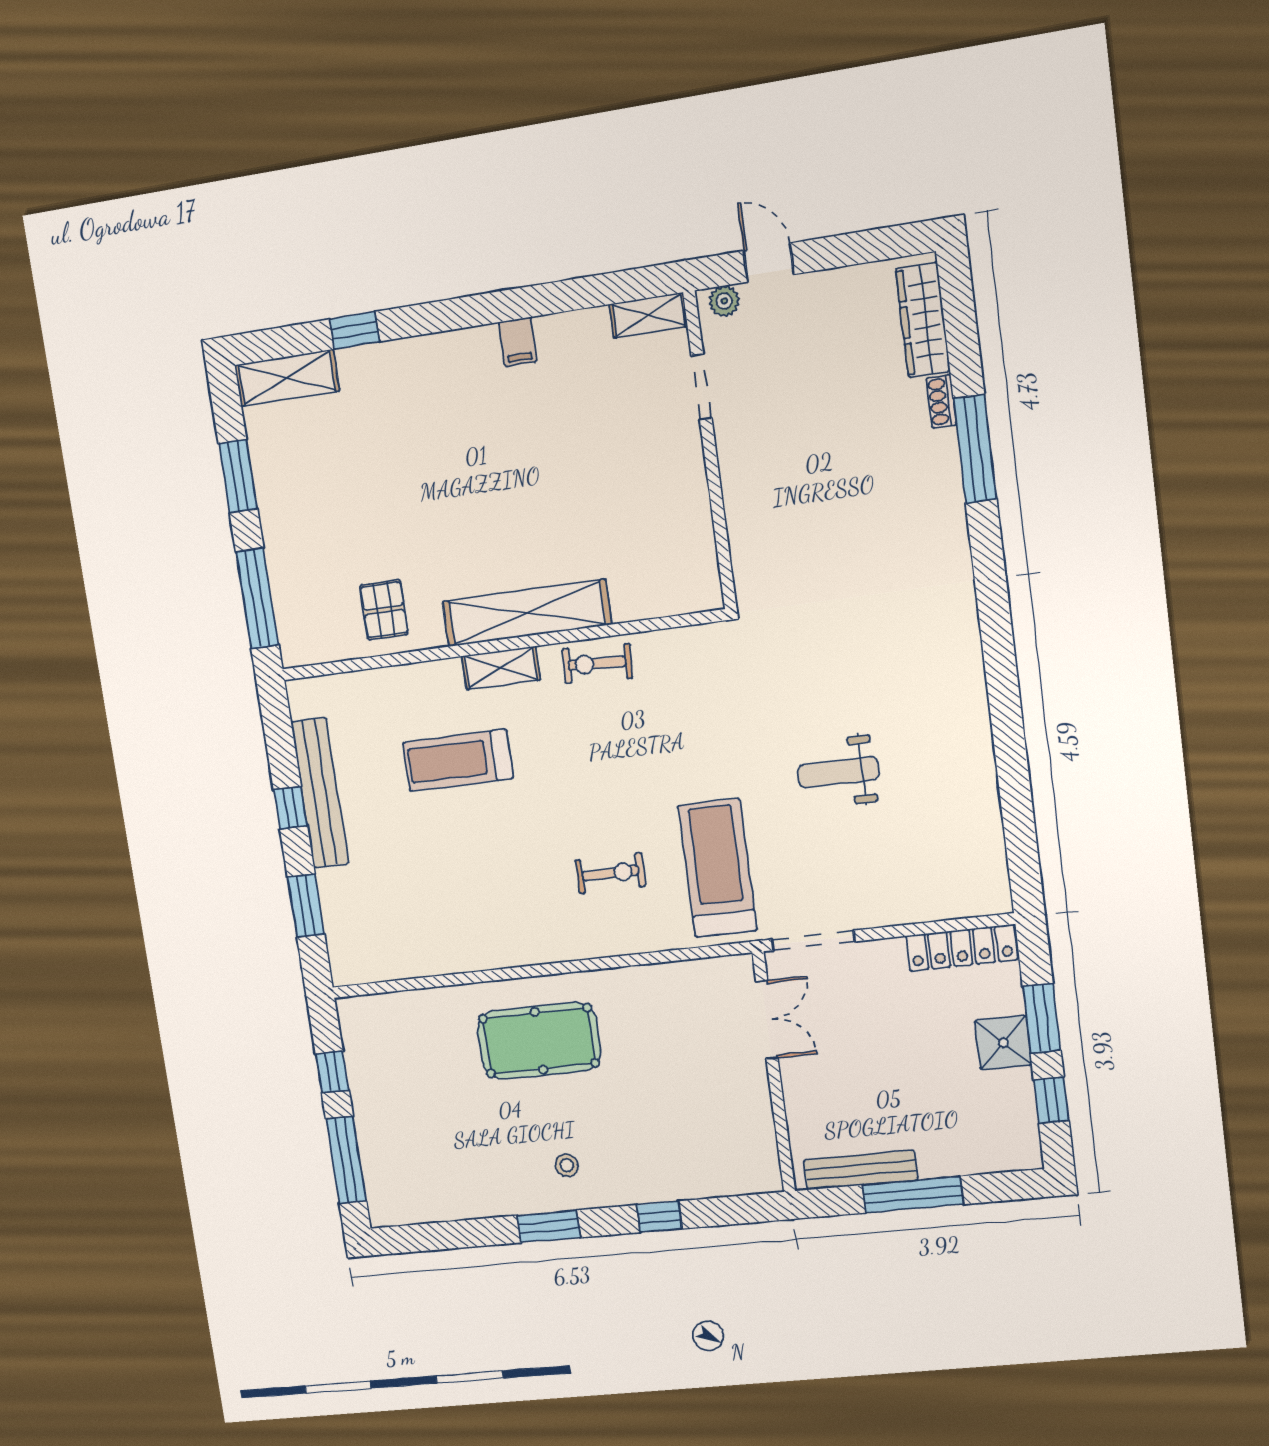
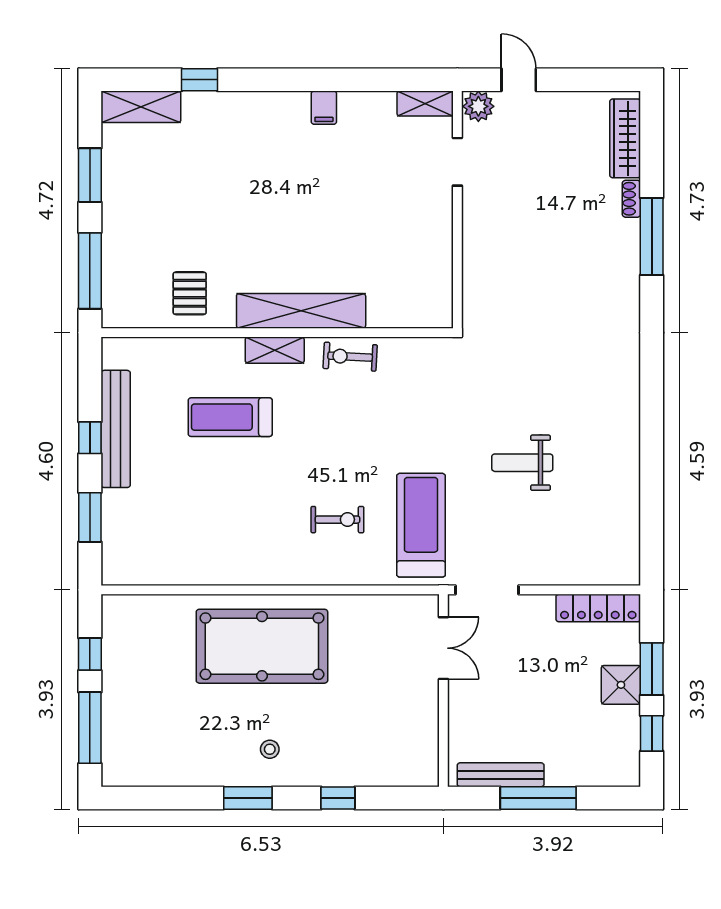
plant: (724, 301) -> (478, 106), width x1.38, depth x1.38
pool table: (539, 1041) -> (262, 646), width x1.36, depth x1.32

